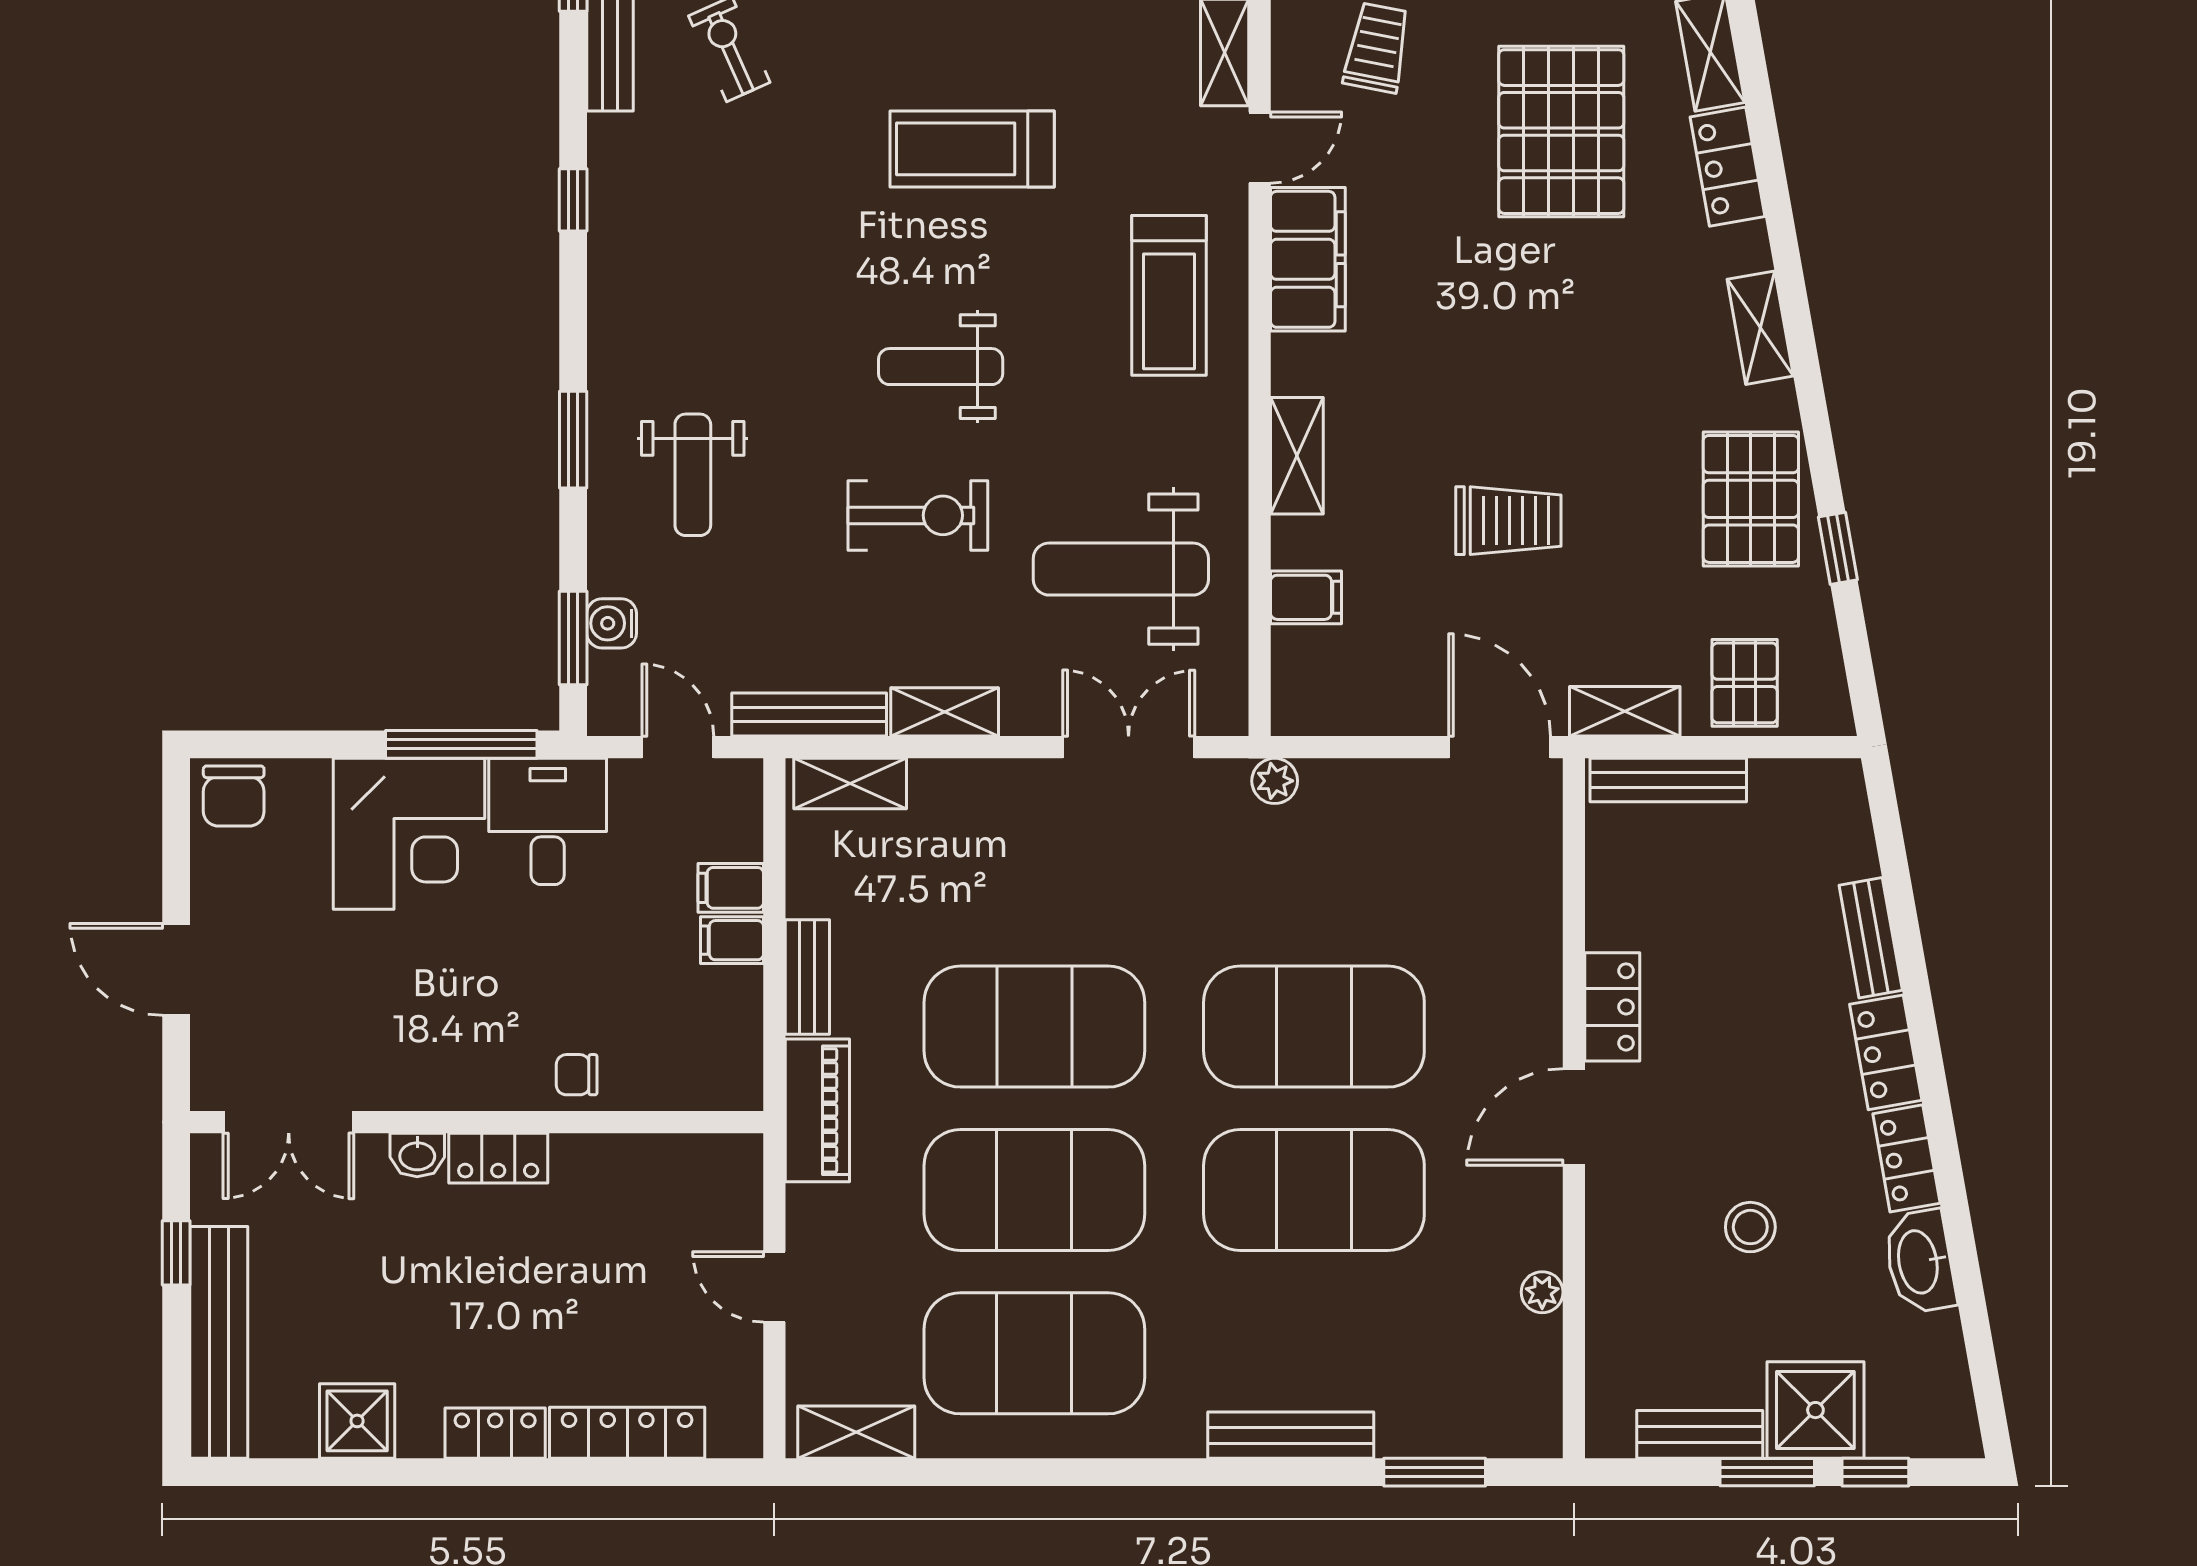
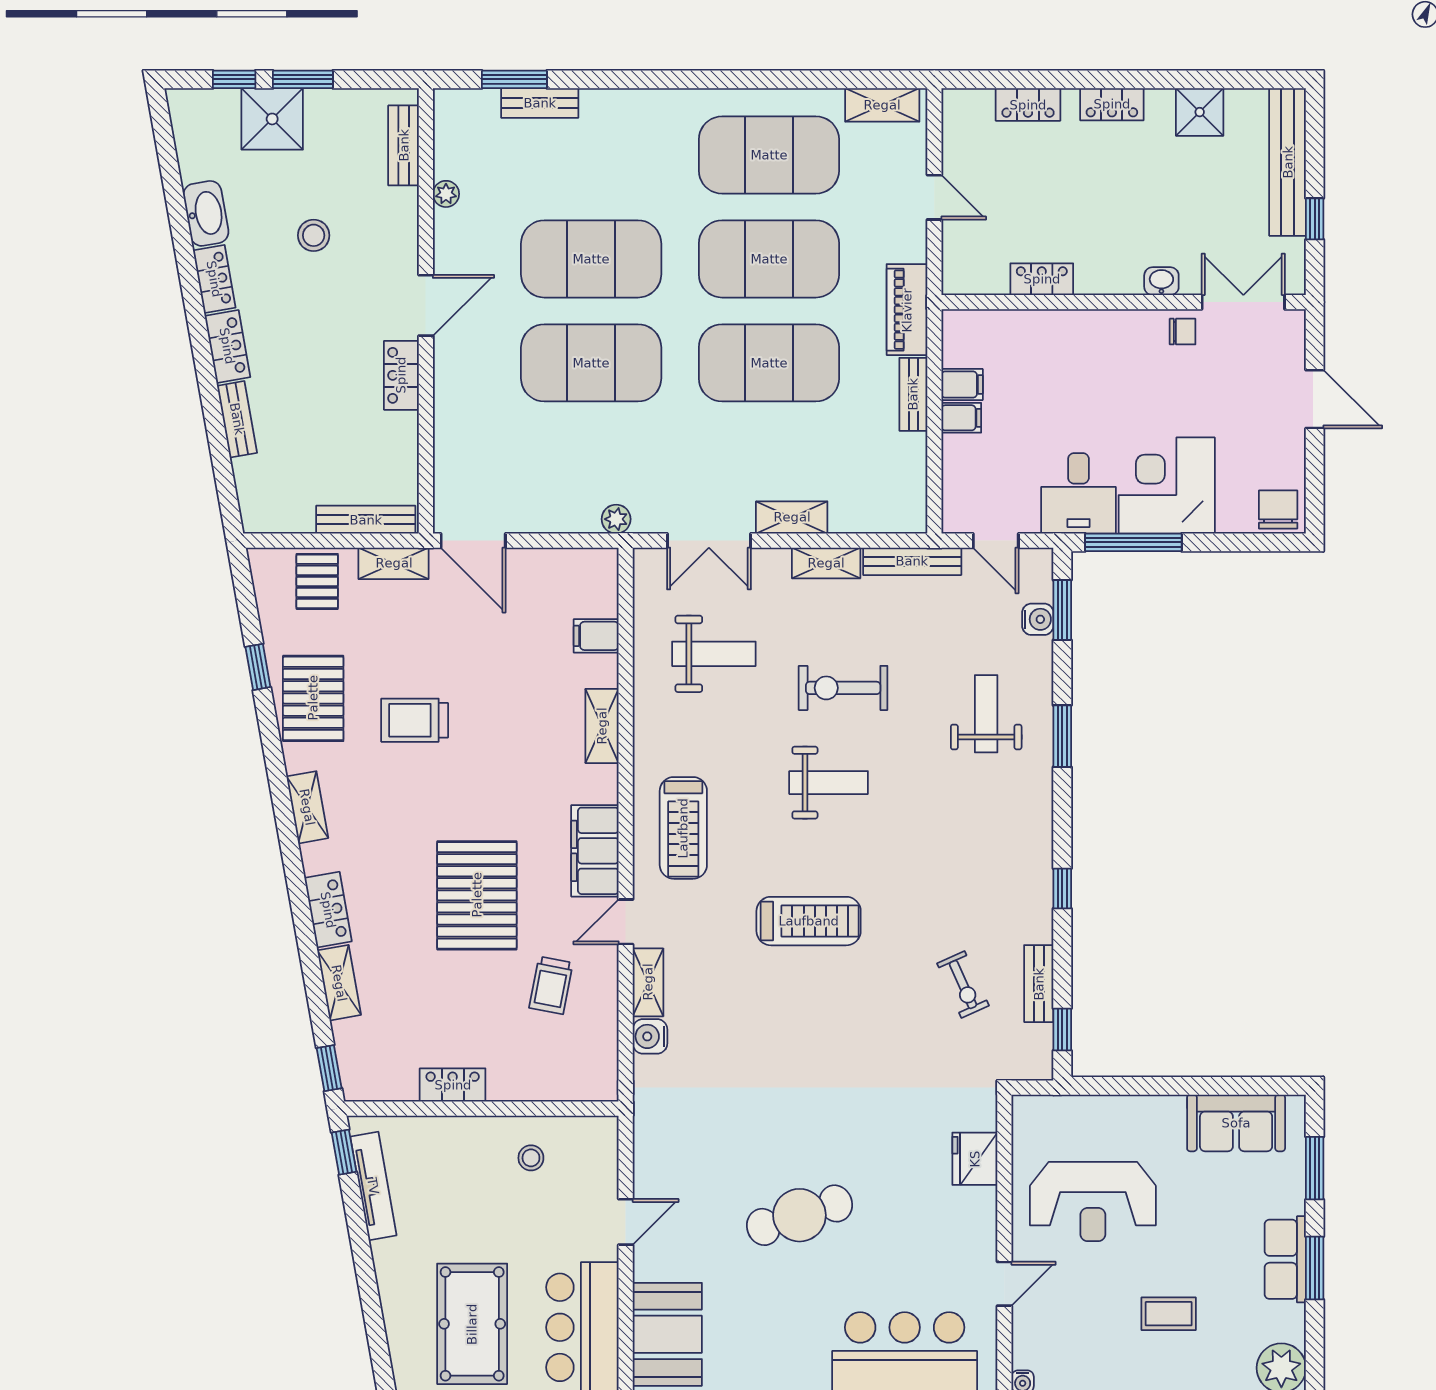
pallet: (1561, 132) -> (477, 895), moved
treadmill: (1169, 295) -> (683, 828), turned 180
trolley: (1508, 521) -> (415, 720), moved
weight bench: (1121, 569) -> (714, 654), width x0.73, depth x0.75
shelving: (850, 783) -> (792, 517), moved
filing cabinet: (731, 888) -> (962, 384), moved
chair: (577, 1075) -> (1183, 332), moved
locker: (498, 1158) -> (1042, 279), moved
locker: (627, 1433) -> (1028, 105), width x0.66
bench: (1700, 1434) -> (404, 145), moved, turned 90
bench: (1291, 1435) -> (540, 103), moved, width x0.73

